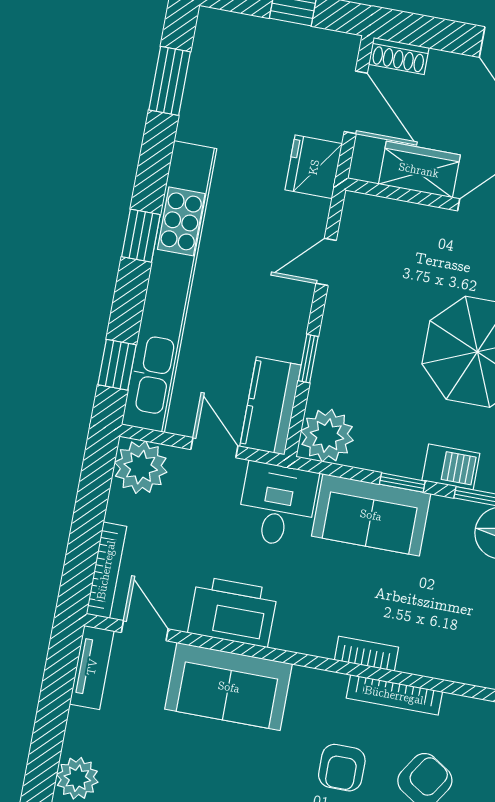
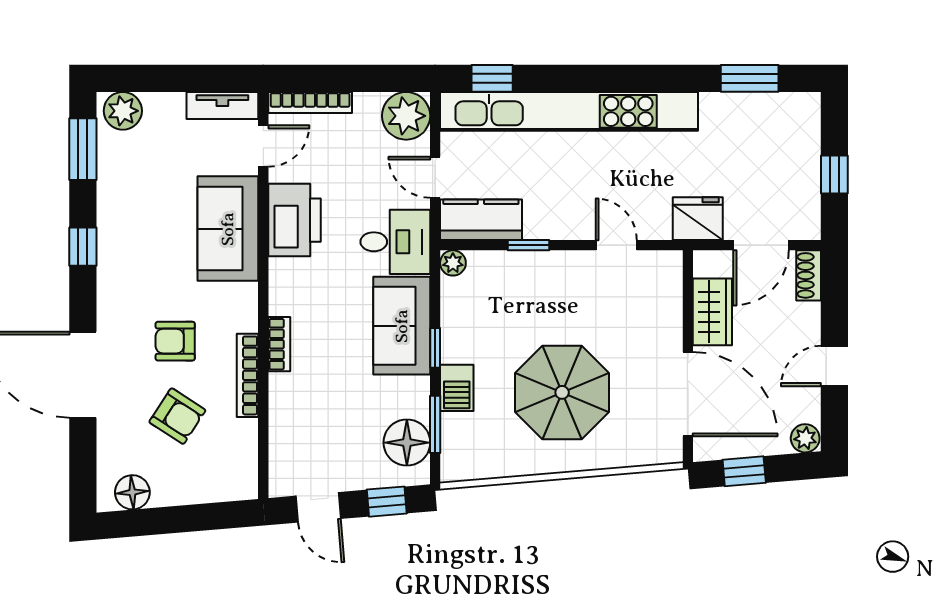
window: (141, 236) -> (609, 78), removed
plant: (327, 436) -> (453, 263), width x0.53, depth x0.53
door: (214, 448) -> (435, 177), swing flipped

